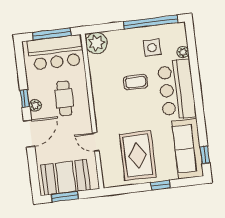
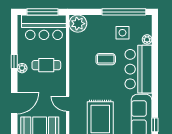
cafe table: (64, 98) -> (46, 65), turned 90
door: (29, 134) -> (14, 103), moved

